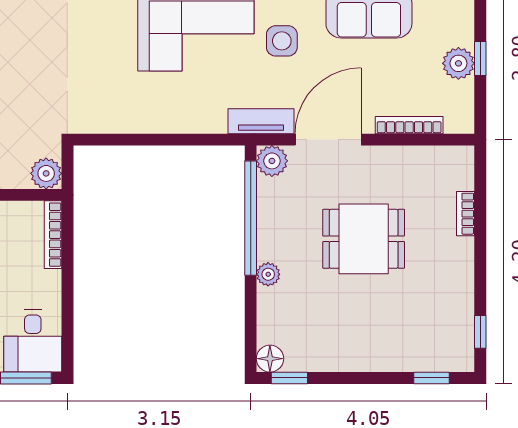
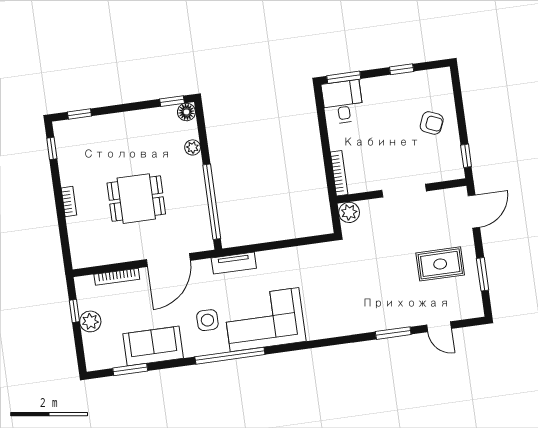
window: (480, 59) -> (74, 311), moved
tv unit: (261, 121) -> (234, 263), moved
plant: (272, 161) -> (203, 241), removed
bookcase: (466, 214) -> (69, 202), moved
plant: (268, 274) -> (193, 147), moved

